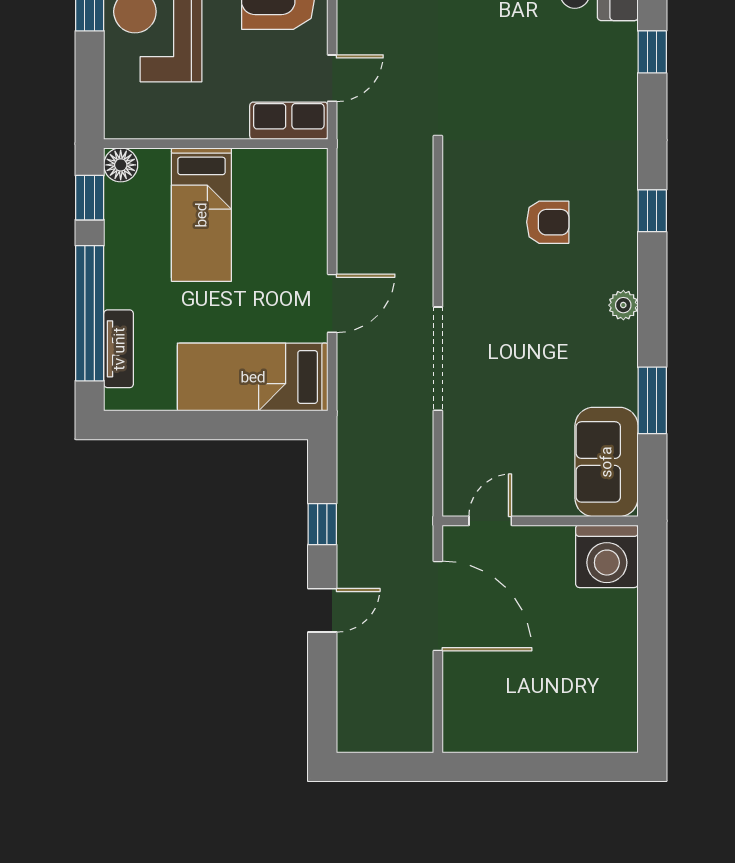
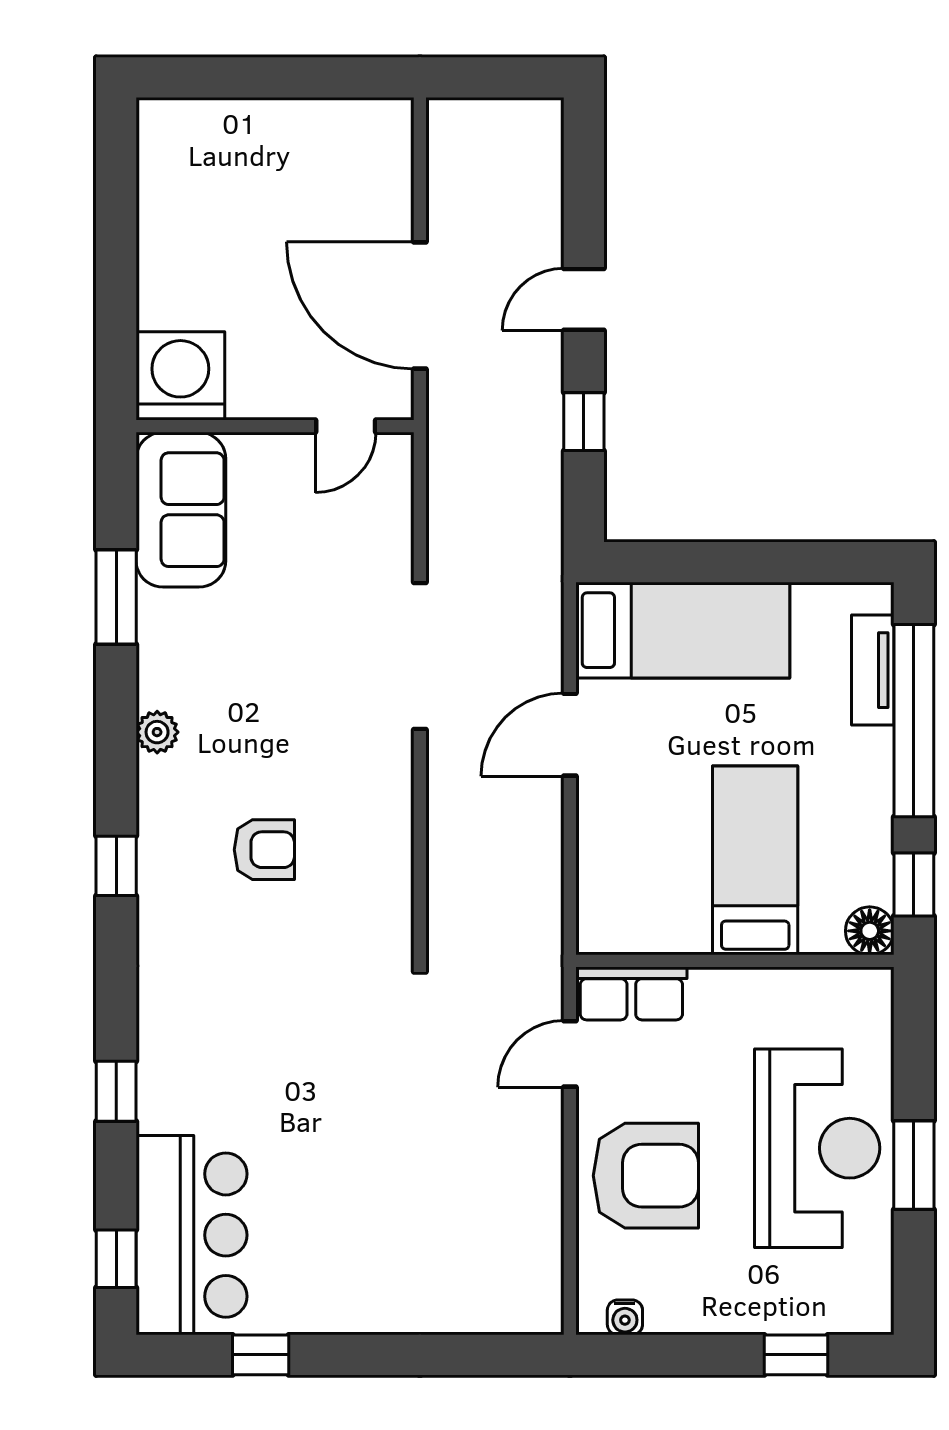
armchair: (548, 222) -> (264, 850), turned 180

